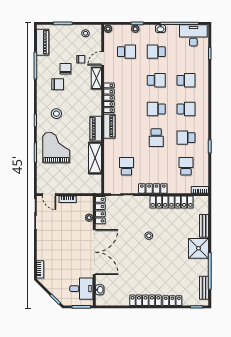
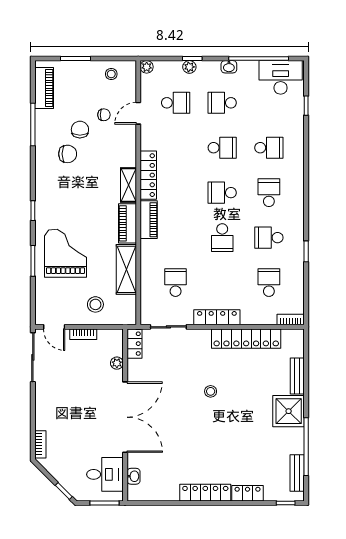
shelving: (96, 78) -> (128, 185), moved
school desk: (186, 109) -> (269, 193), turned -90
stool: (56, 114) -> (95, 304), moved
locker: (100, 210) -> (135, 344), width x0.66

